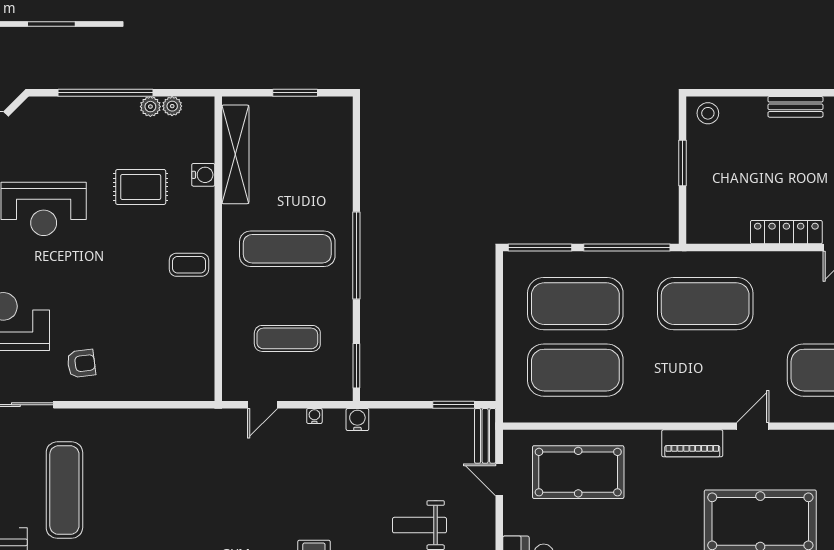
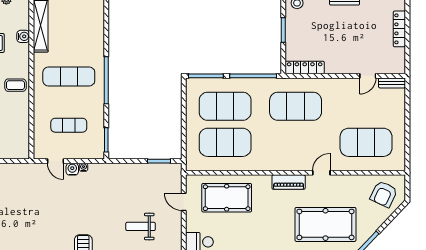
locker: (786, 232) -> (305, 67), moved
door: (263, 405) -> (55, 161), hinge flipped
water cooler: (357, 420) -> (72, 169), moved
bench: (485, 436) -> (176, 178), removed

